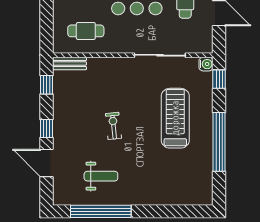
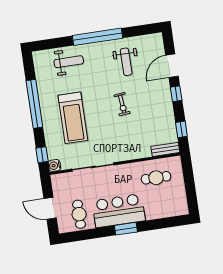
door: (46, 163) -> (172, 66), swing flipped
weight bench: (101, 176) -> (126, 62), turned -90
weight bench: (170, 187) -> (69, 62), added
window: (101, 211) -> (97, 37), moved

